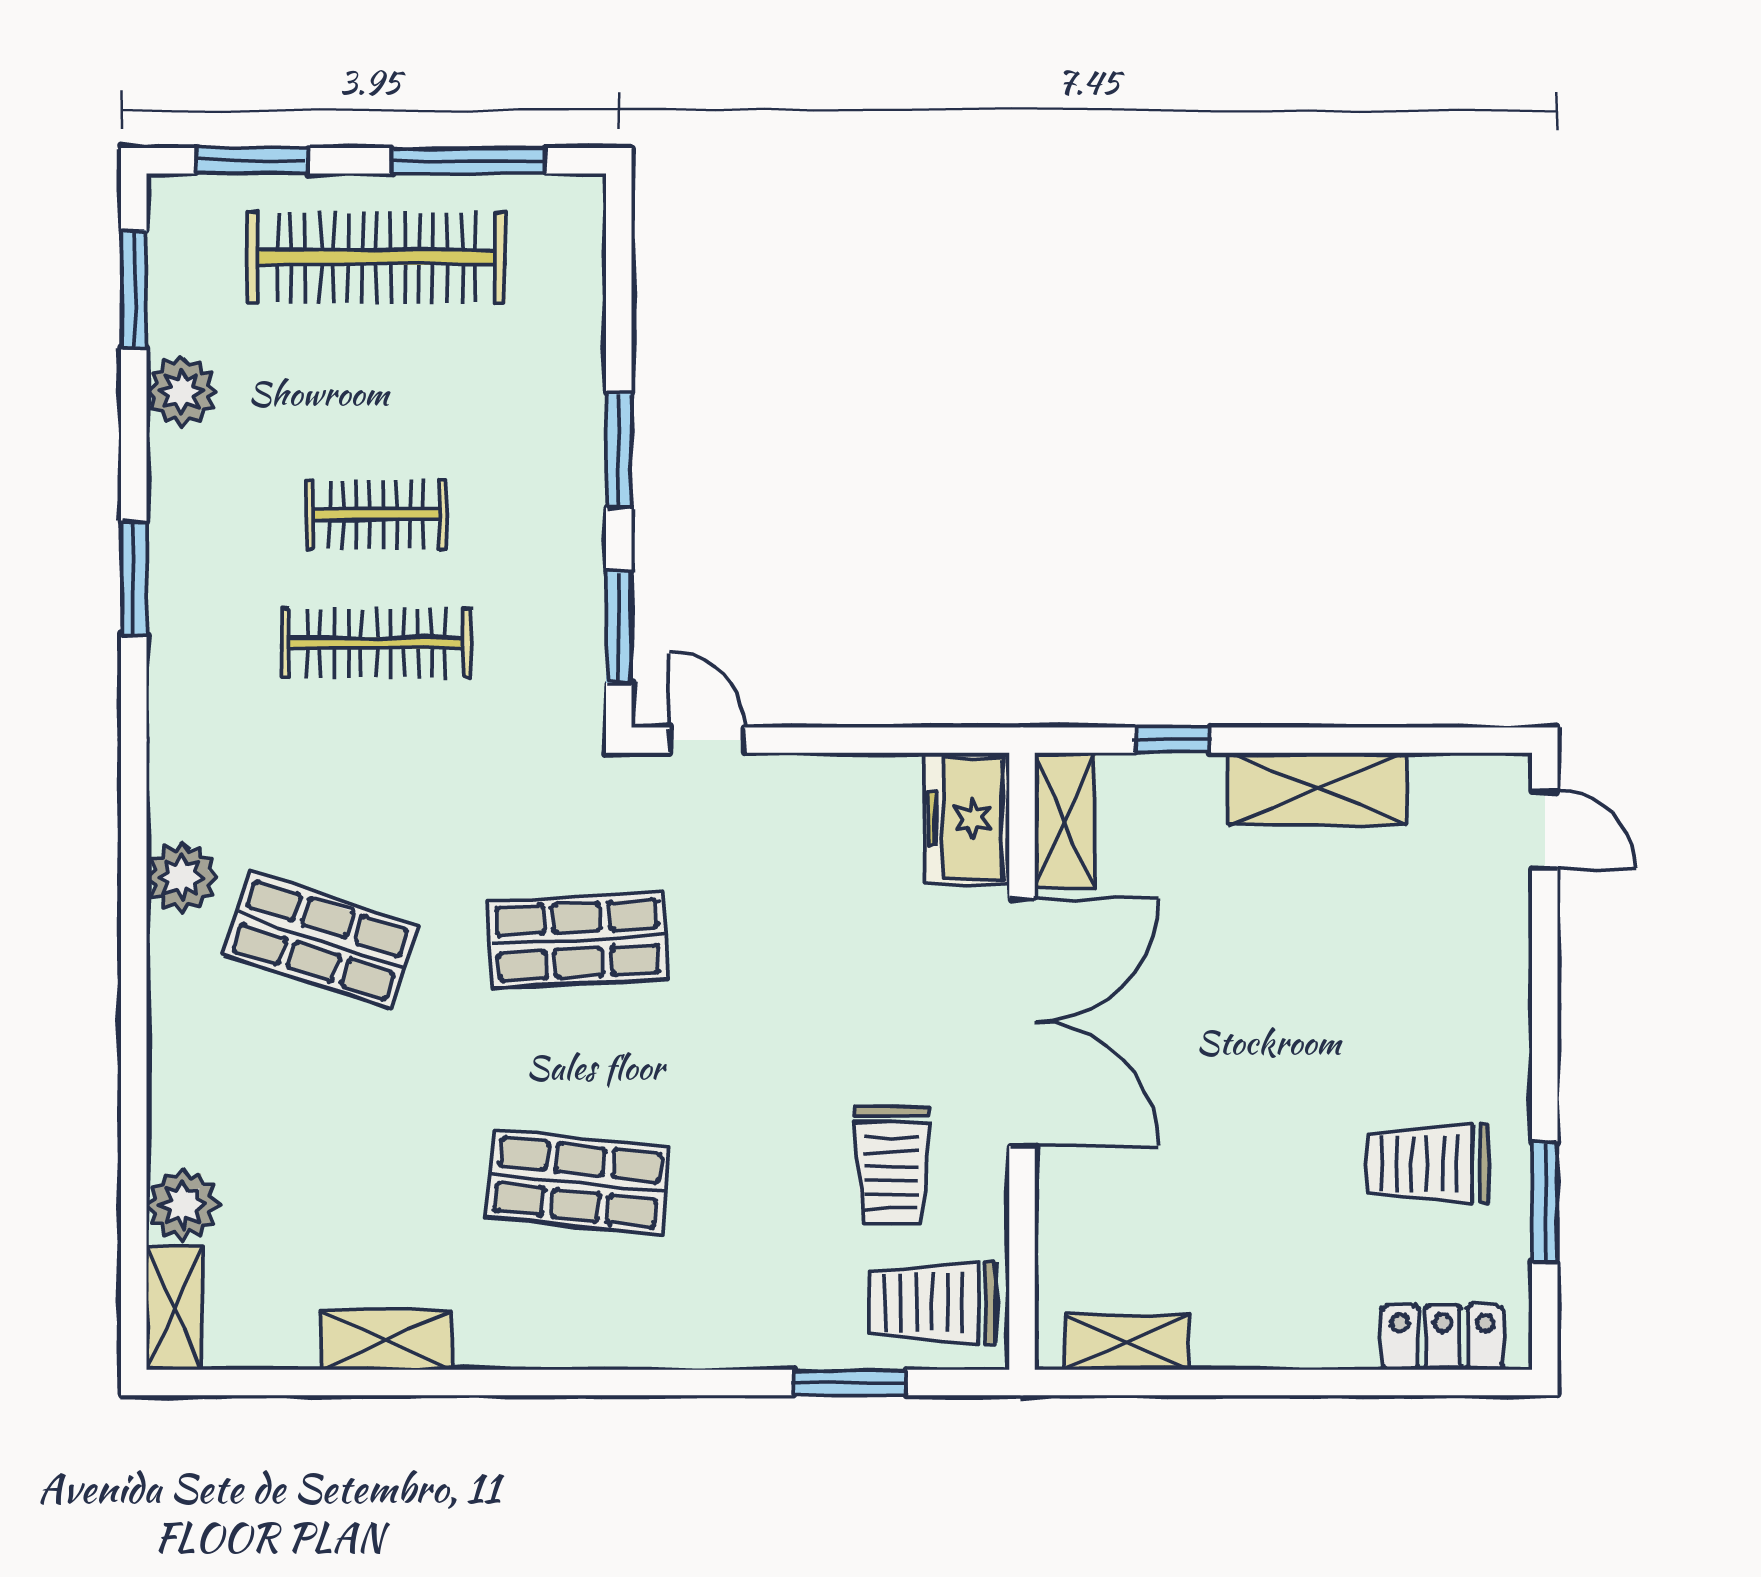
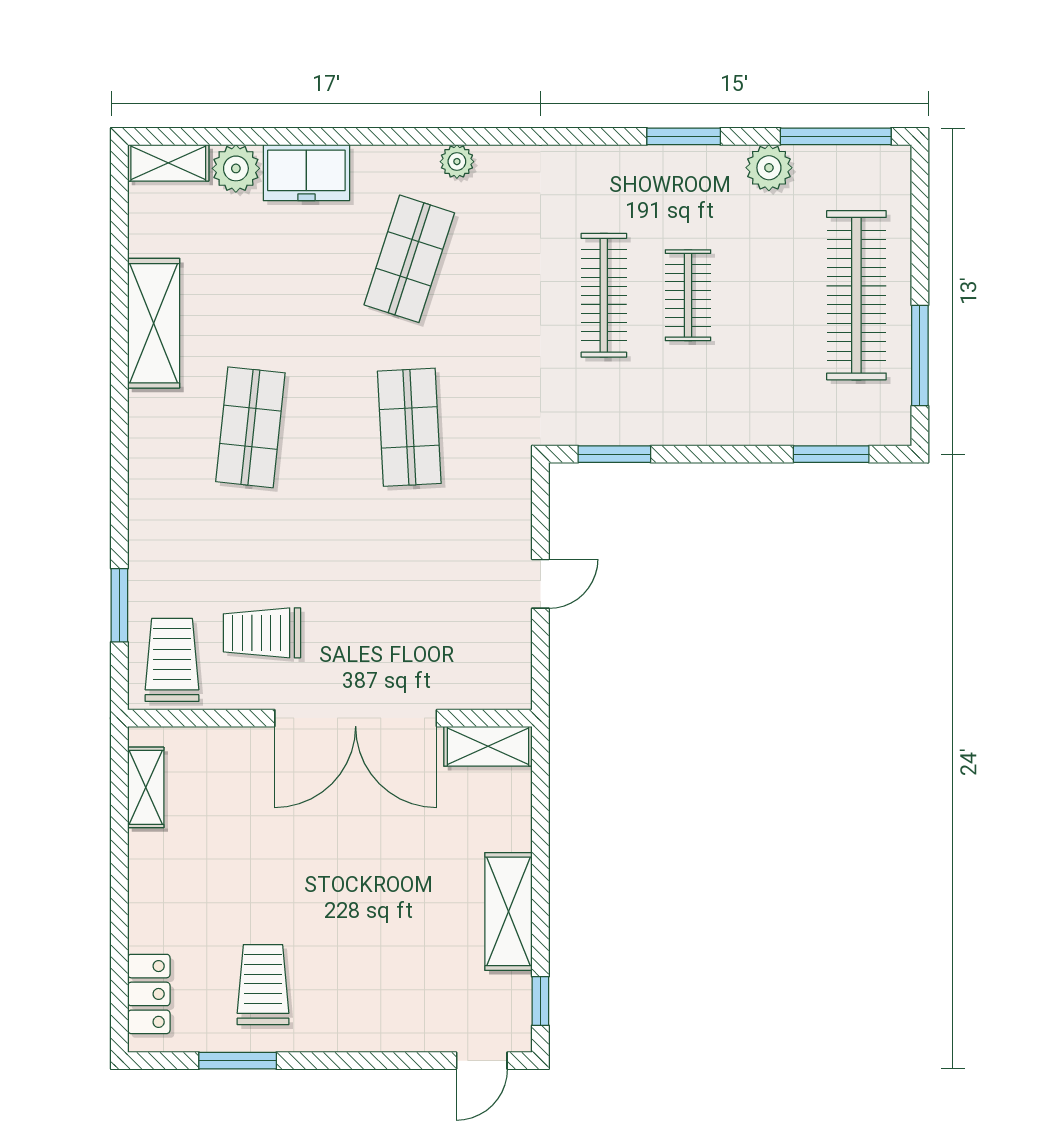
window: (252, 161) -> (920, 214), removed
window: (134, 289) -> (836, 136), width x1.44
window: (619, 450) -> (831, 454), moved
window: (134, 578) -> (684, 136), moved
door: (707, 740) -> (540, 584), moved
window: (1172, 740) -> (540, 1001), moved
freezer: (967, 818) -> (306, 173), moved, turned 180
plant: (182, 877) -> (457, 162), width x0.73, depth x0.73
shelving: (386, 1340) -> (154, 323), width x1.50, depth x1.33

